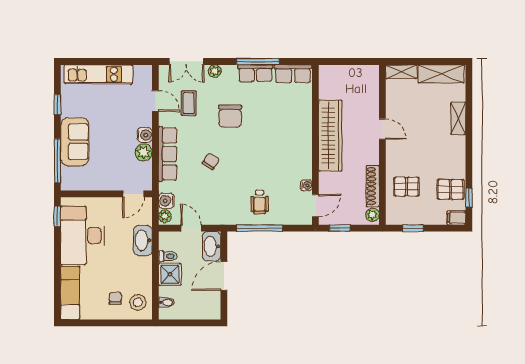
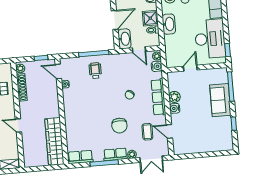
double door: (186, 61) -> (151, 159), swing flipped
row of seats: (255, 73) -> (115, 154), moved
kitchen unit: (98, 74) -> (209, 146), removed
chair: (230, 116) -> (119, 126), turned 180
wardrobe: (330, 135) -> (54, 141), moved
door: (133, 194) -> (190, 68), moved
door: (315, 206) -> (58, 71), hinge flipped
washbasin: (143, 240) -> (169, 24), moved

